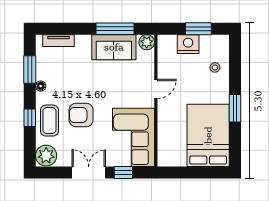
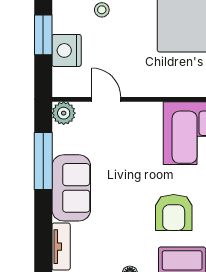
sofa: (114, 47) -> (71, 188), moved
door: (156, 89) -> (106, 99), moved

